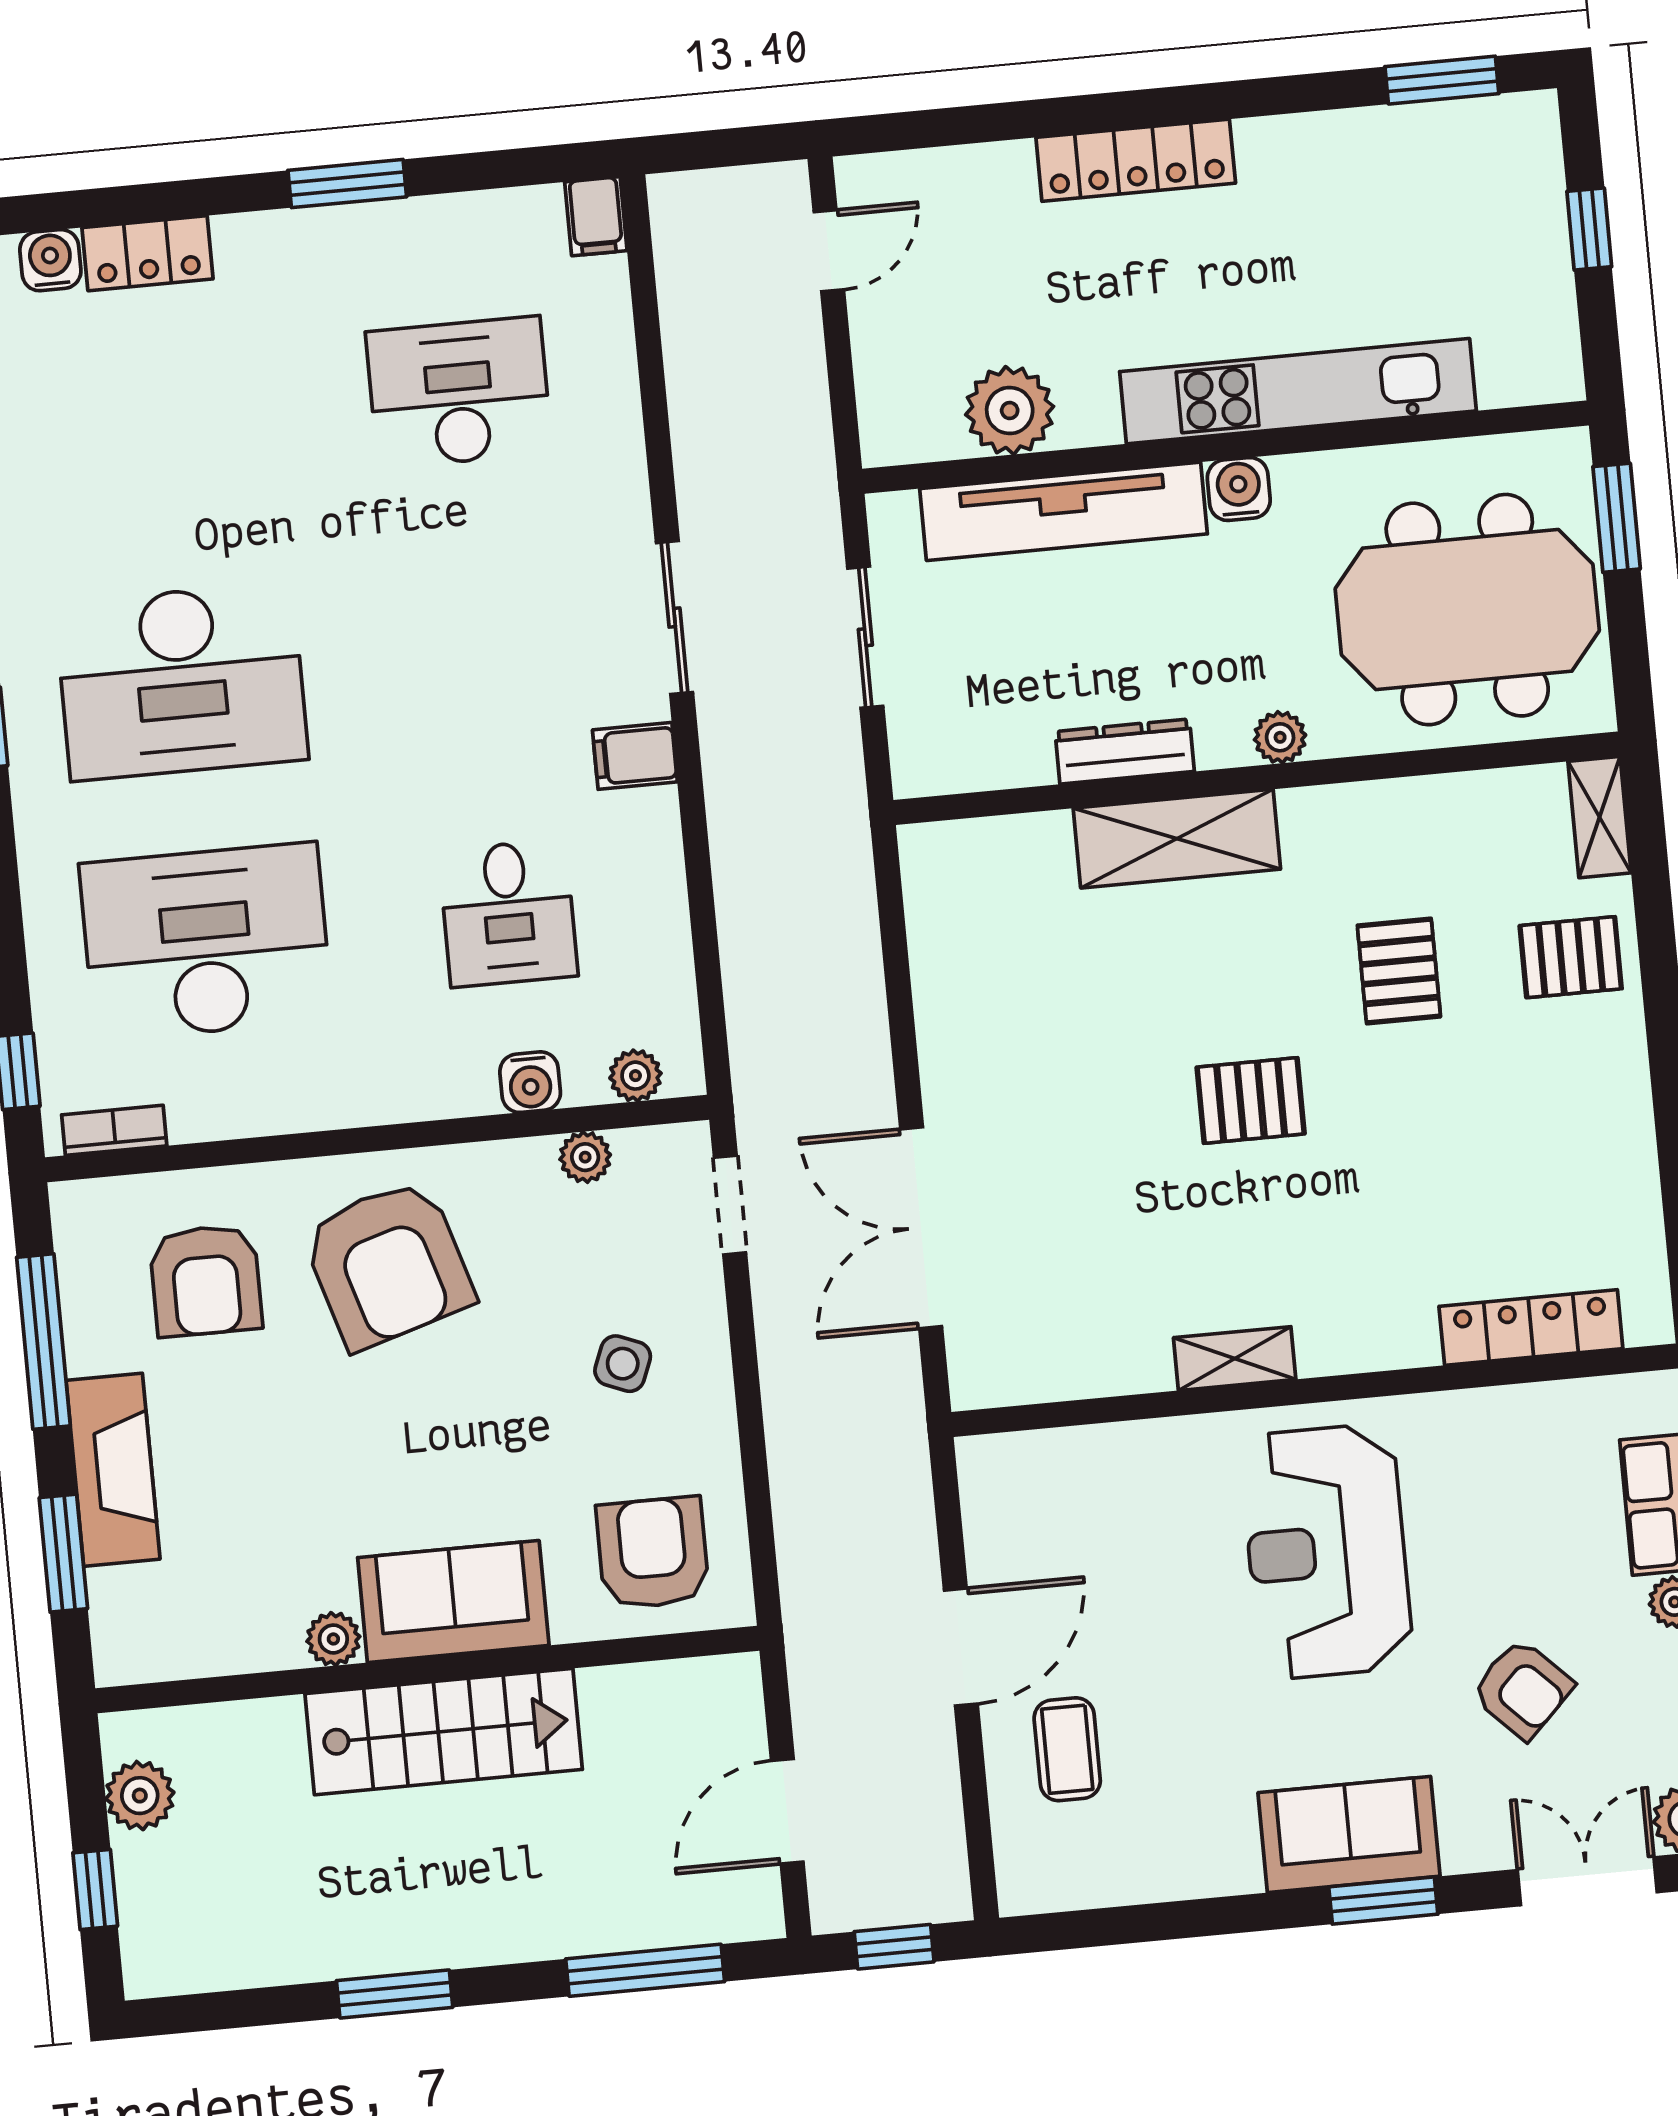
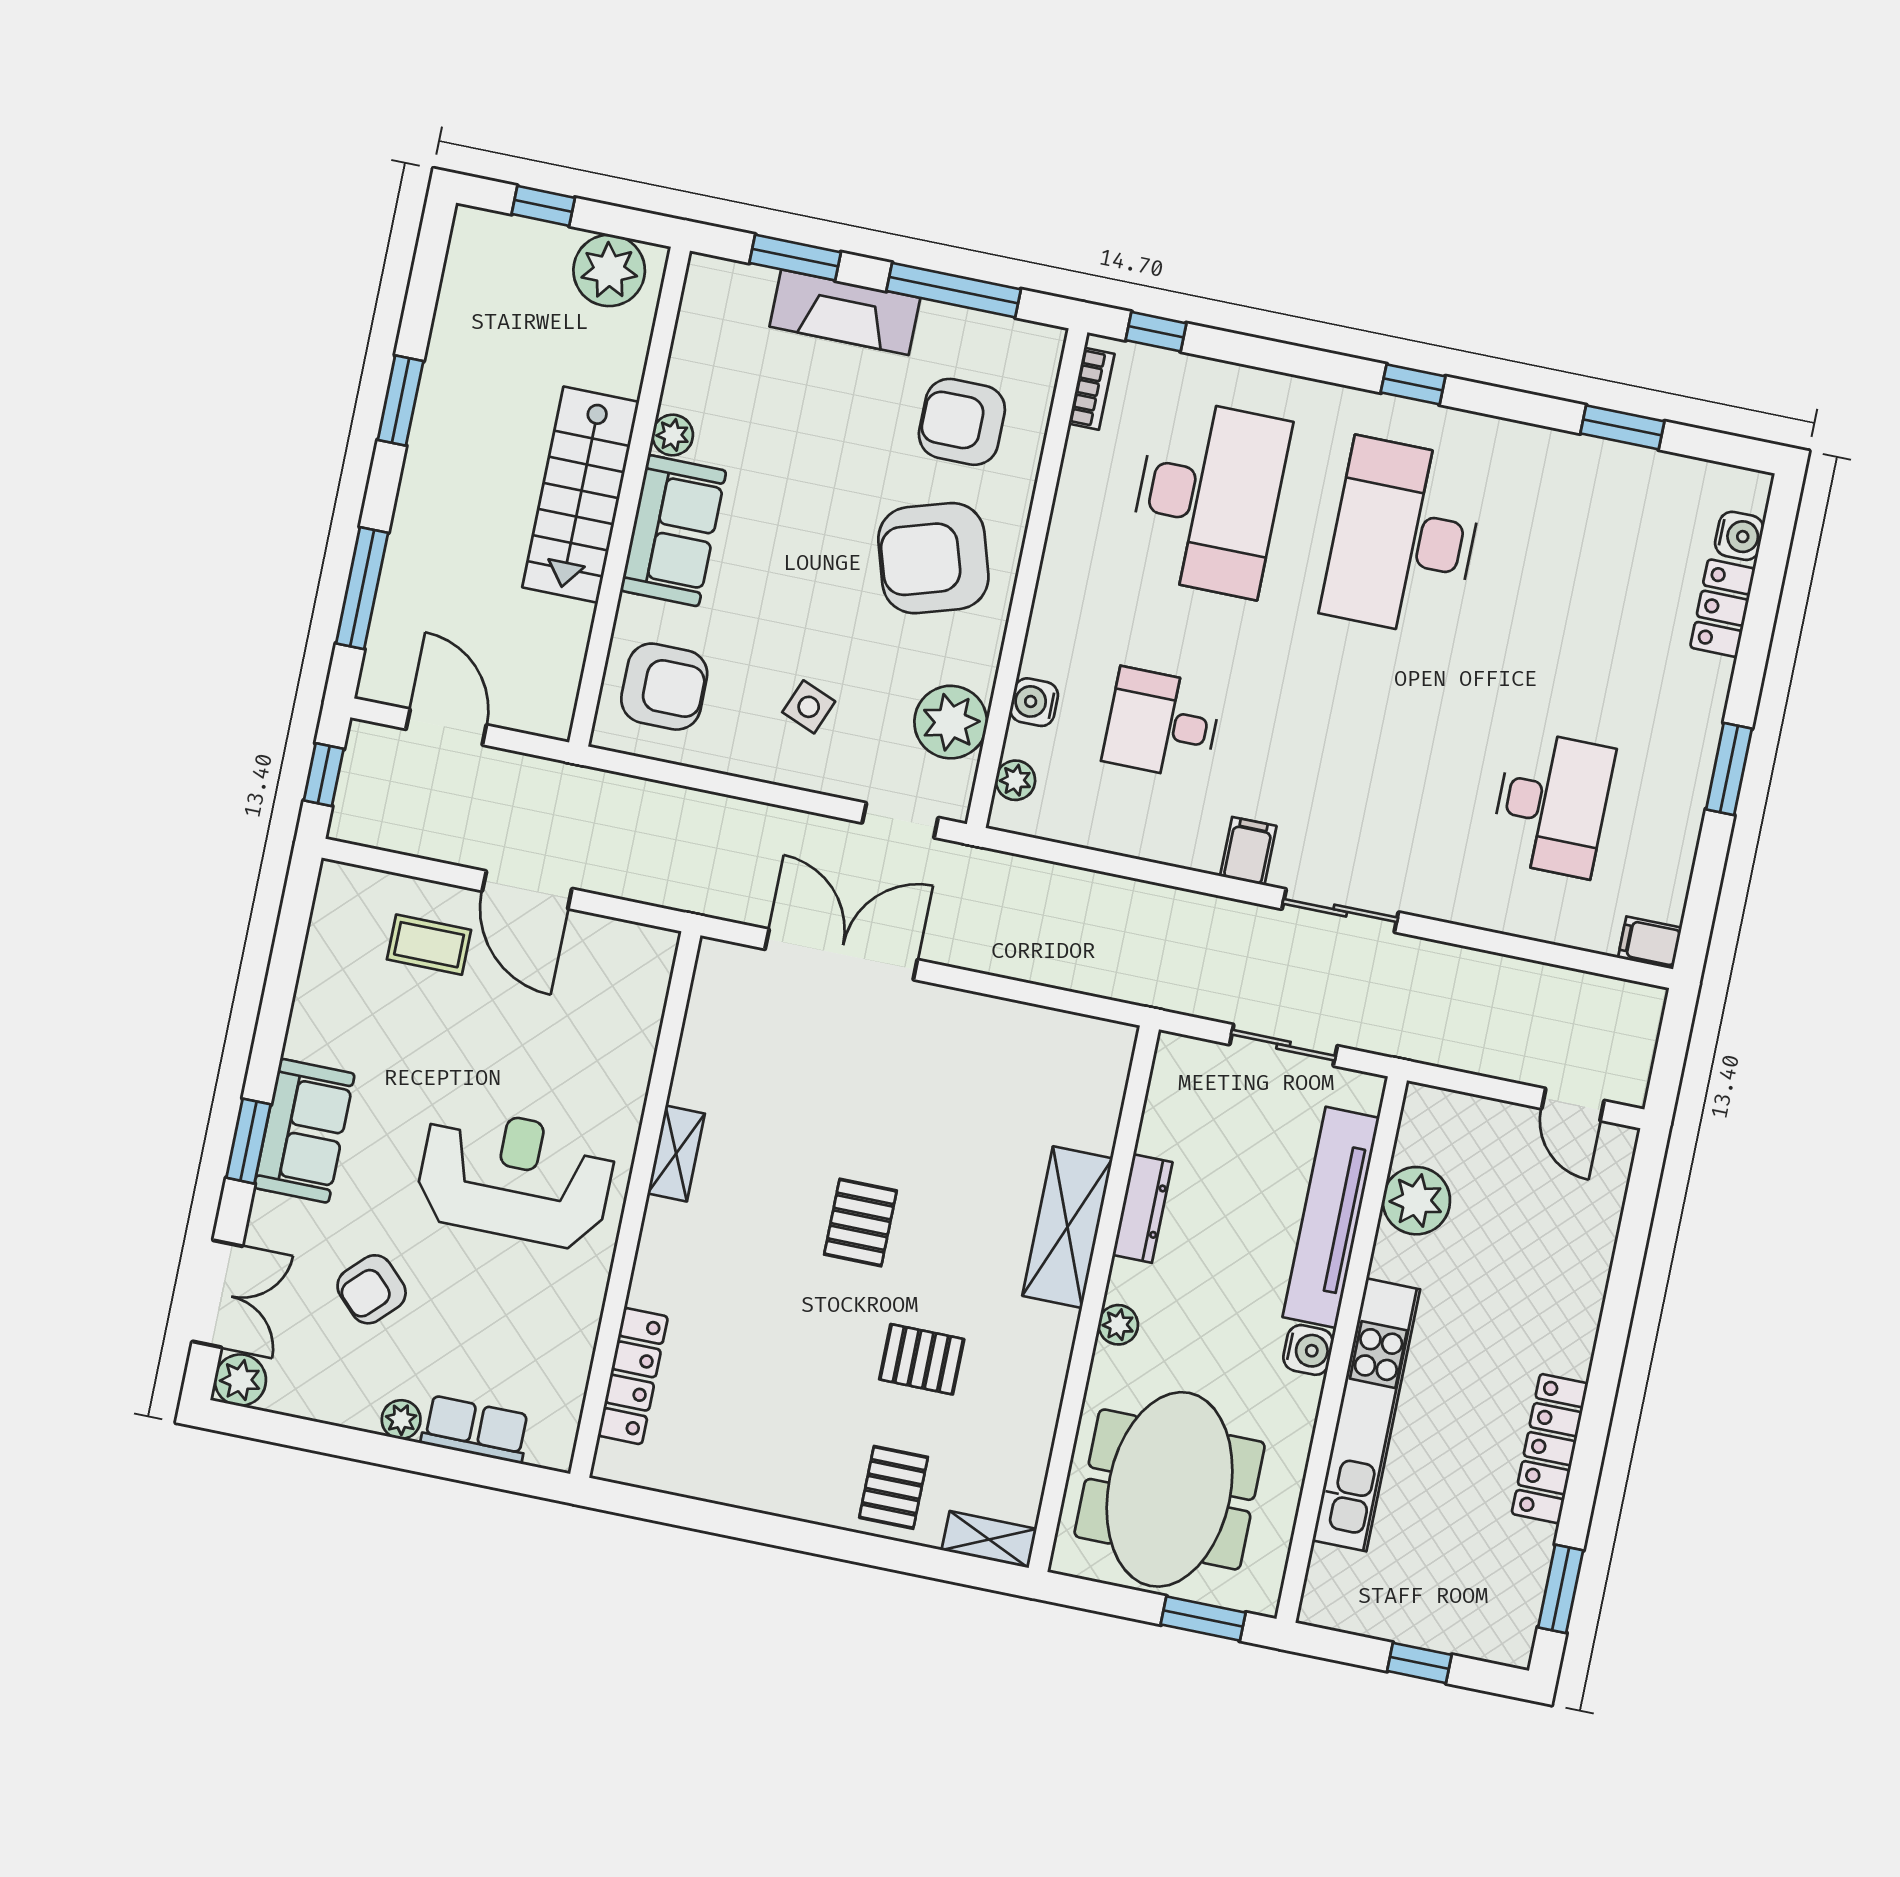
locker: (1136, 160) -> (1550, 1449), moved
plant: (585, 1157) -> (951, 722), width x1.88, depth x1.88
plant: (140, 1796) -> (609, 270), width x1.36, depth x1.36

